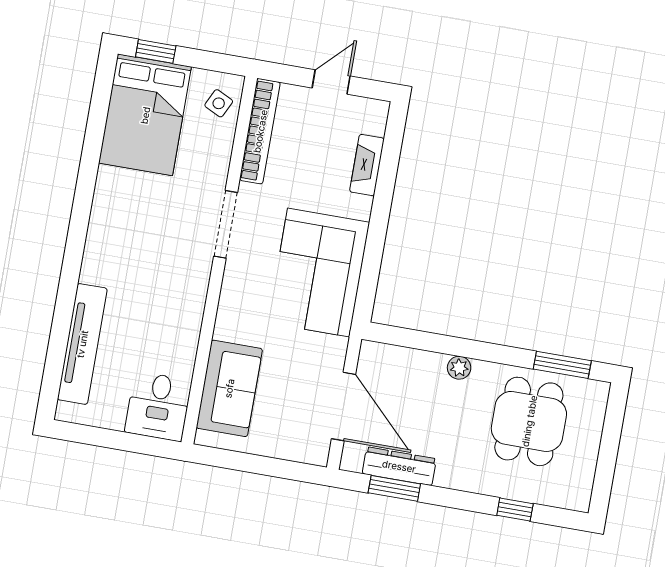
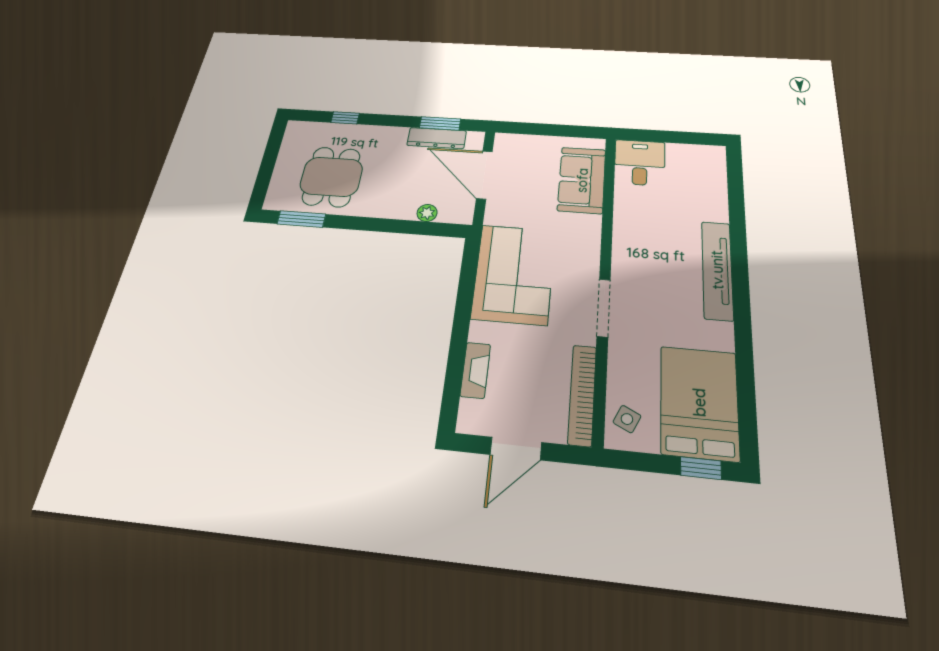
door: (331, 82) -> (516, 448), width x1.38
tv unit: (82, 344) -> (717, 270), moved
plant: (459, 368) -> (427, 213), moved

